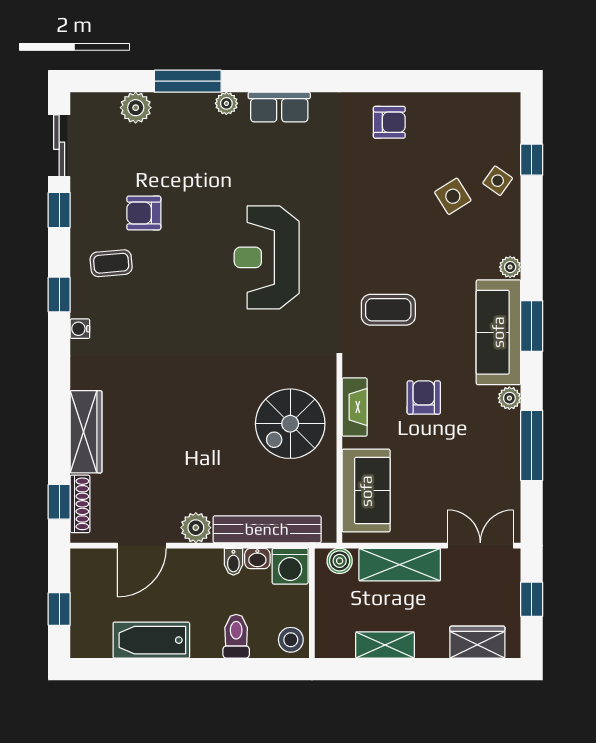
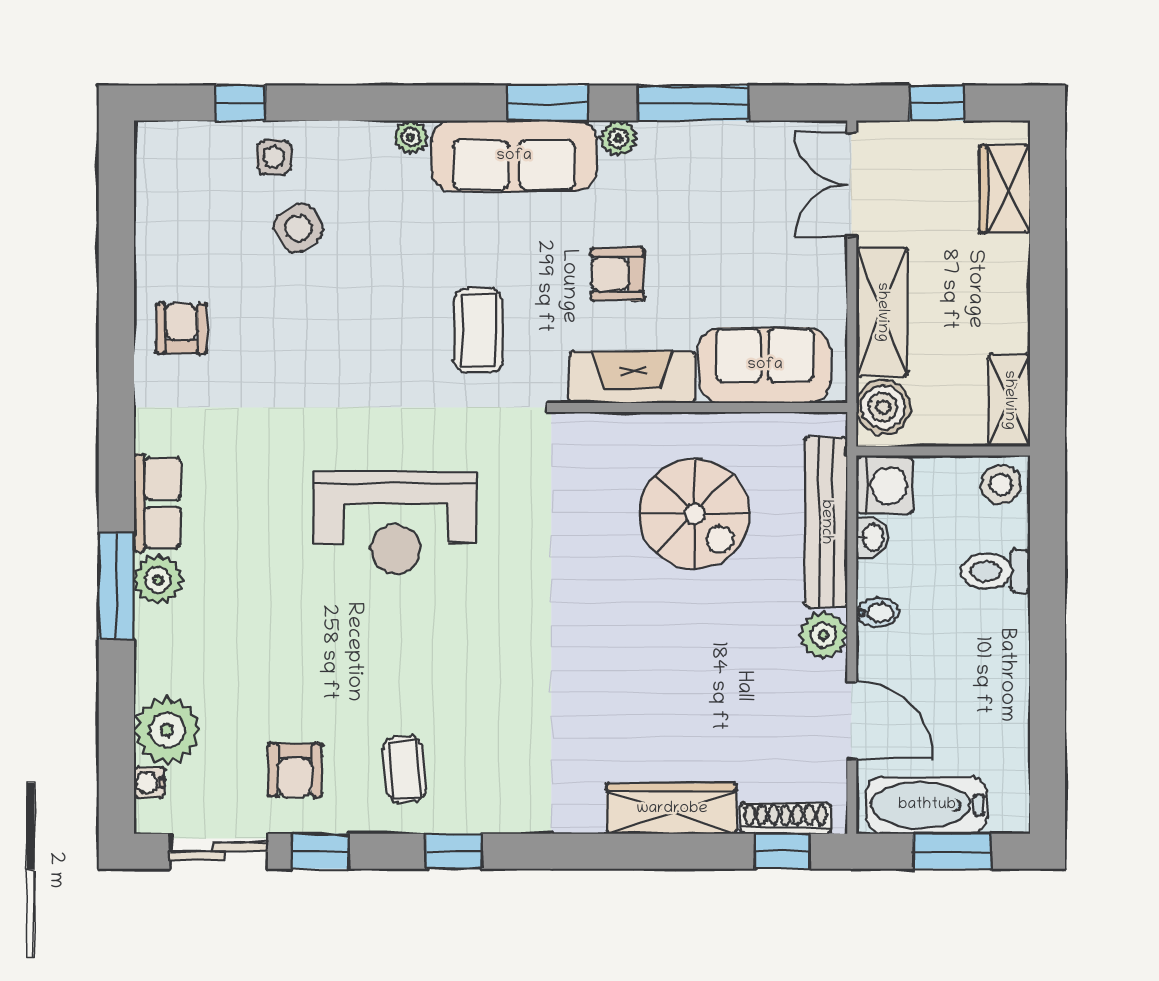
window: (188, 81) -> (116, 586), moved
plant: (226, 103) -> (158, 580), width x1.38, depth x1.38
plant: (136, 108) -> (167, 730), width x1.36, depth x1.36
side table: (498, 181) -> (274, 157), turned -35
armchair: (144, 213) -> (295, 770), moved
window: (532, 326) -> (547, 103), moved
water cooler: (80, 329) -> (149, 783), moved, turned 90
fireplace: (355, 407) -> (632, 377), width x1.37, depth x1.32
spiral stairs: (290, 424) -> (695, 514), moved
boiler: (340, 561) -> (883, 407), width x1.36, depth x1.36
bidet: (233, 562) -> (877, 612), moved
window: (59, 609) -> (952, 851), width x1.50
bathtub: (151, 640) -> (927, 805), moved, turned 90
shelving: (385, 645) -> (1009, 400), moved

